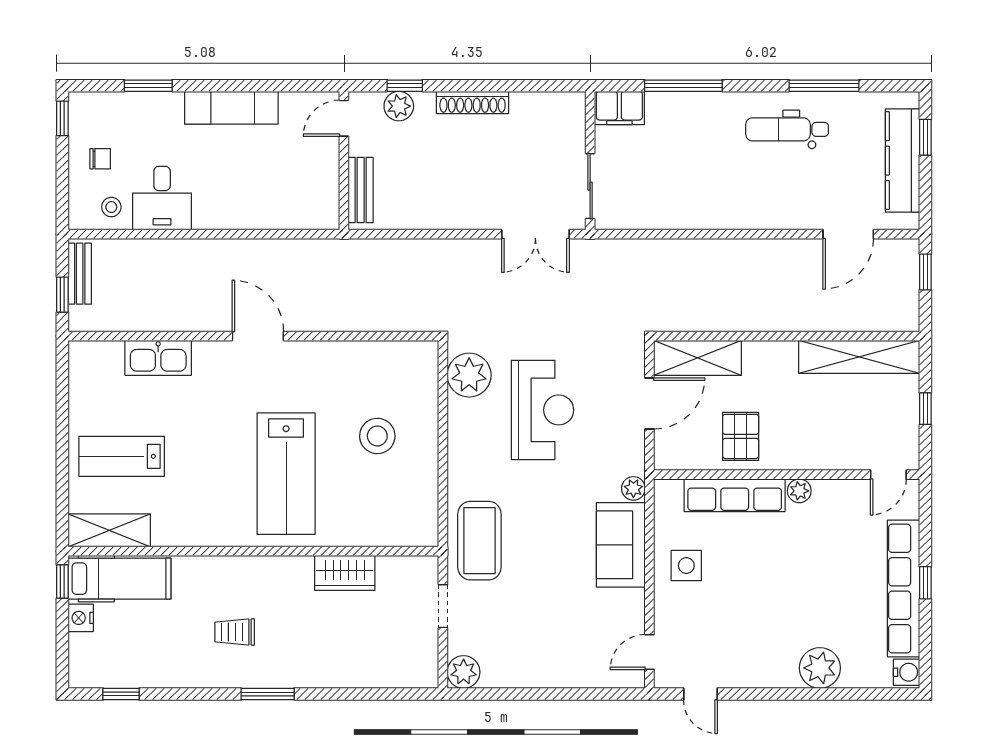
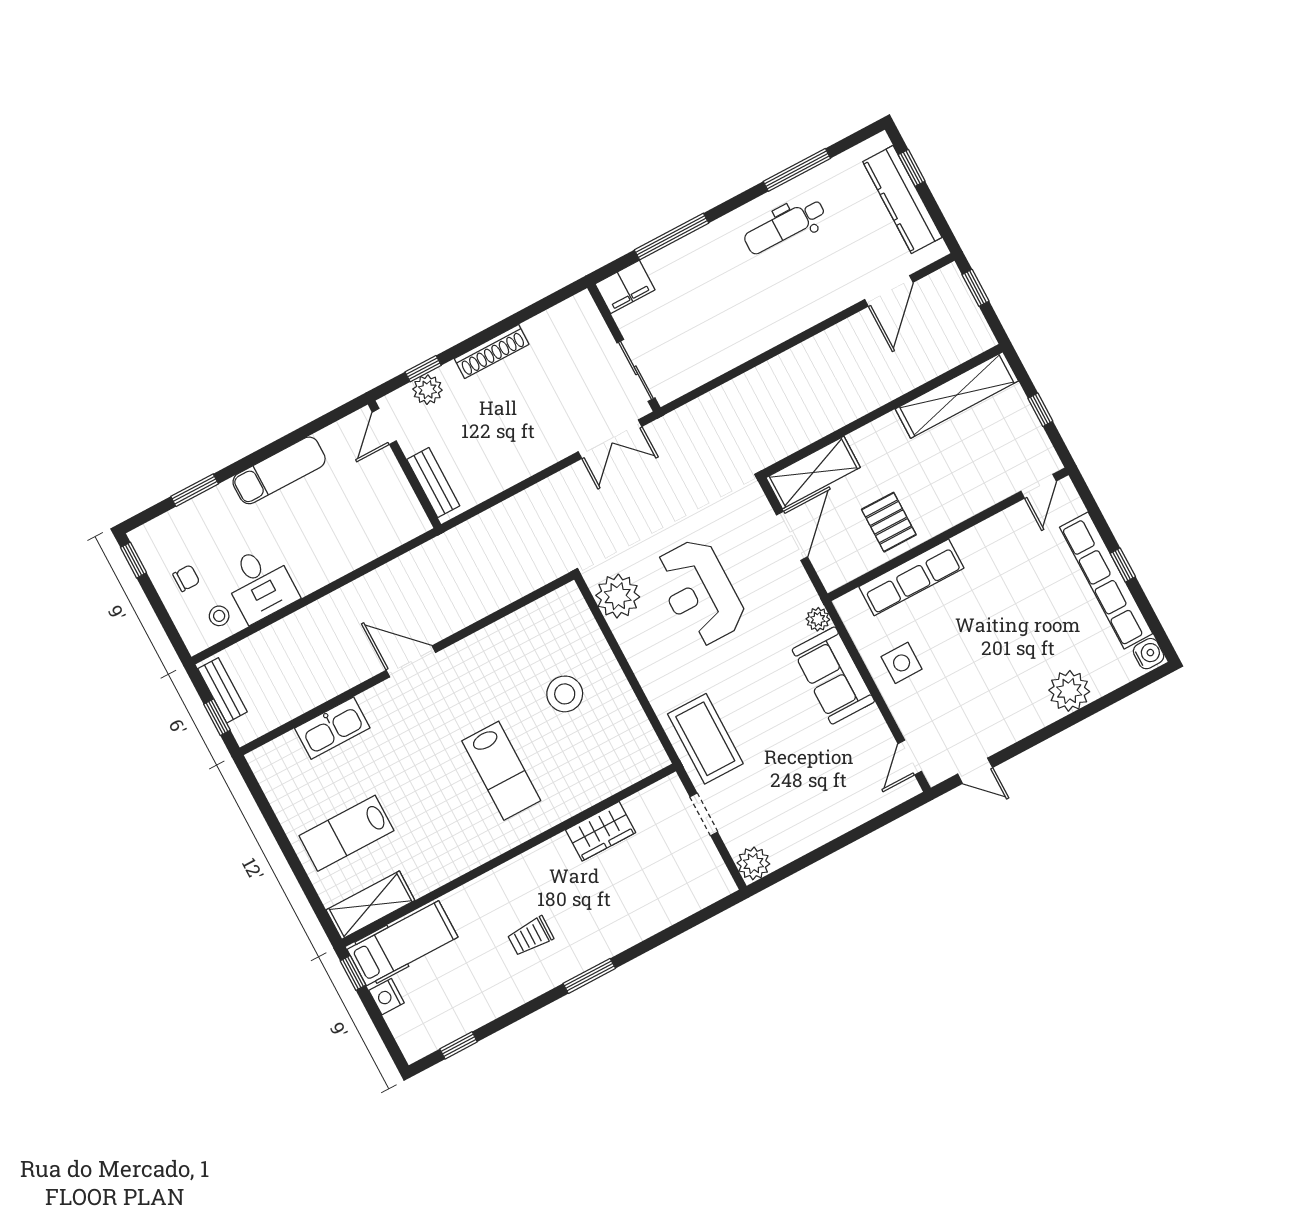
reception desk: (542, 410) -> (700, 592), turned 180
lab bench: (286, 474) -> (501, 771), width x0.73, depth x0.72
plant: (799, 491) -> (967, 543), removed

